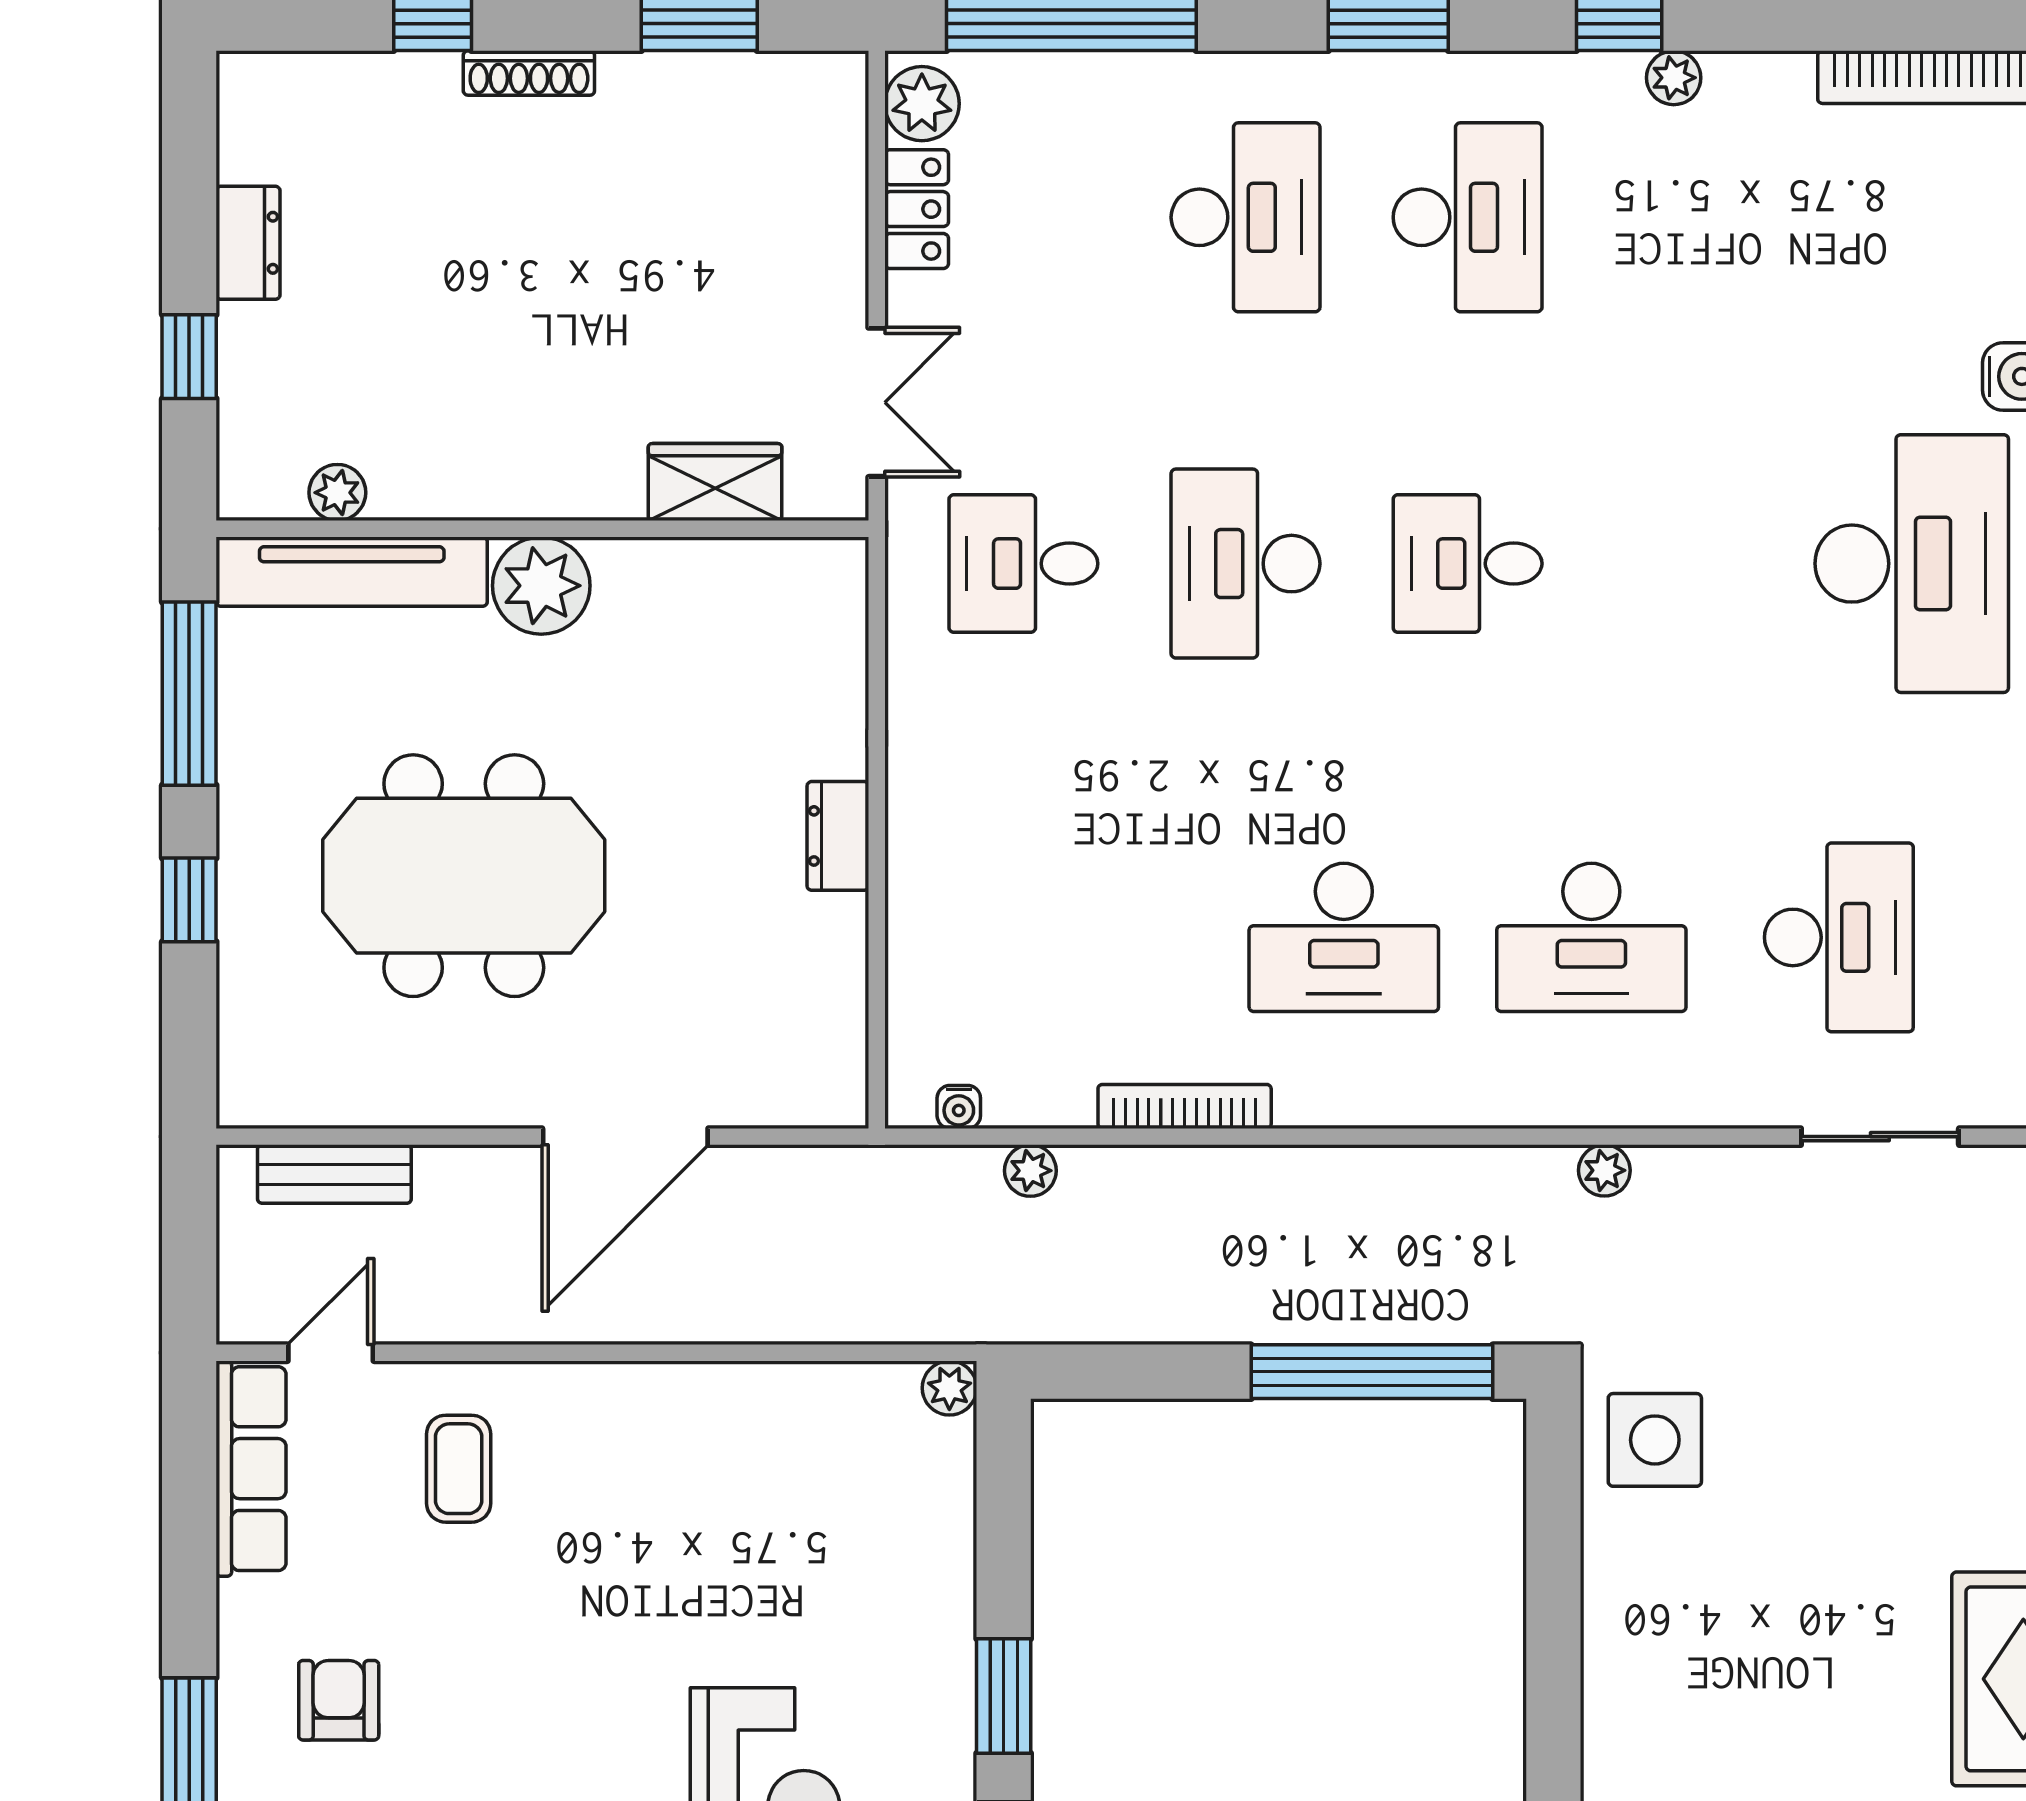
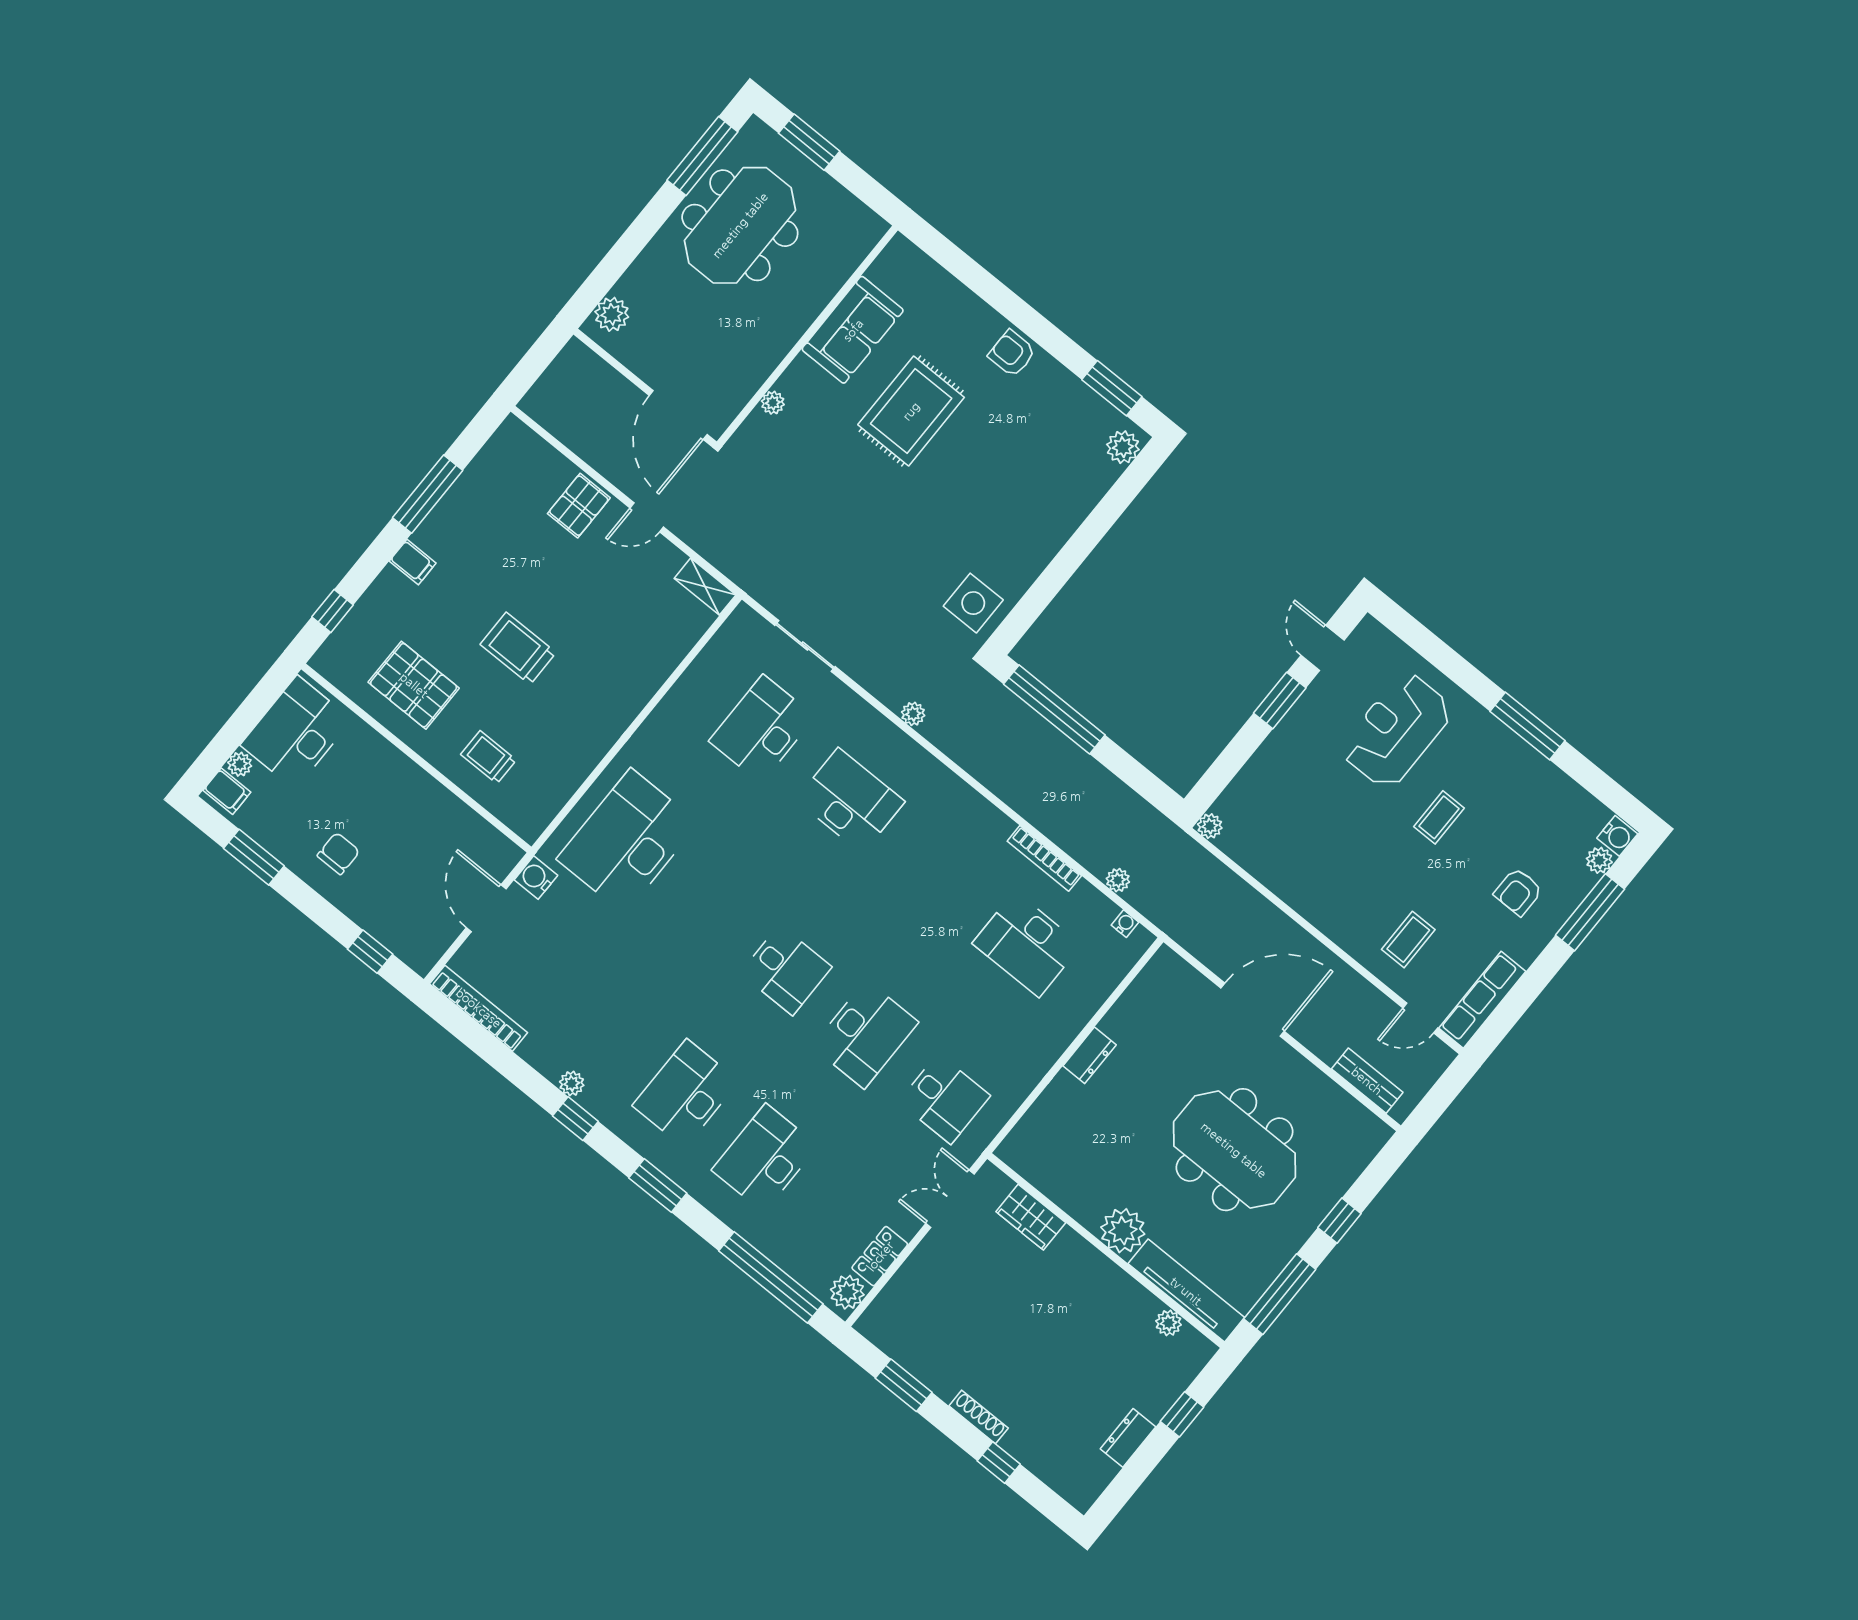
desk: (1344, 937) -> (1027, 944), moved, turned 180
coffee table: (574, 1717) -> (1439, 817), added

